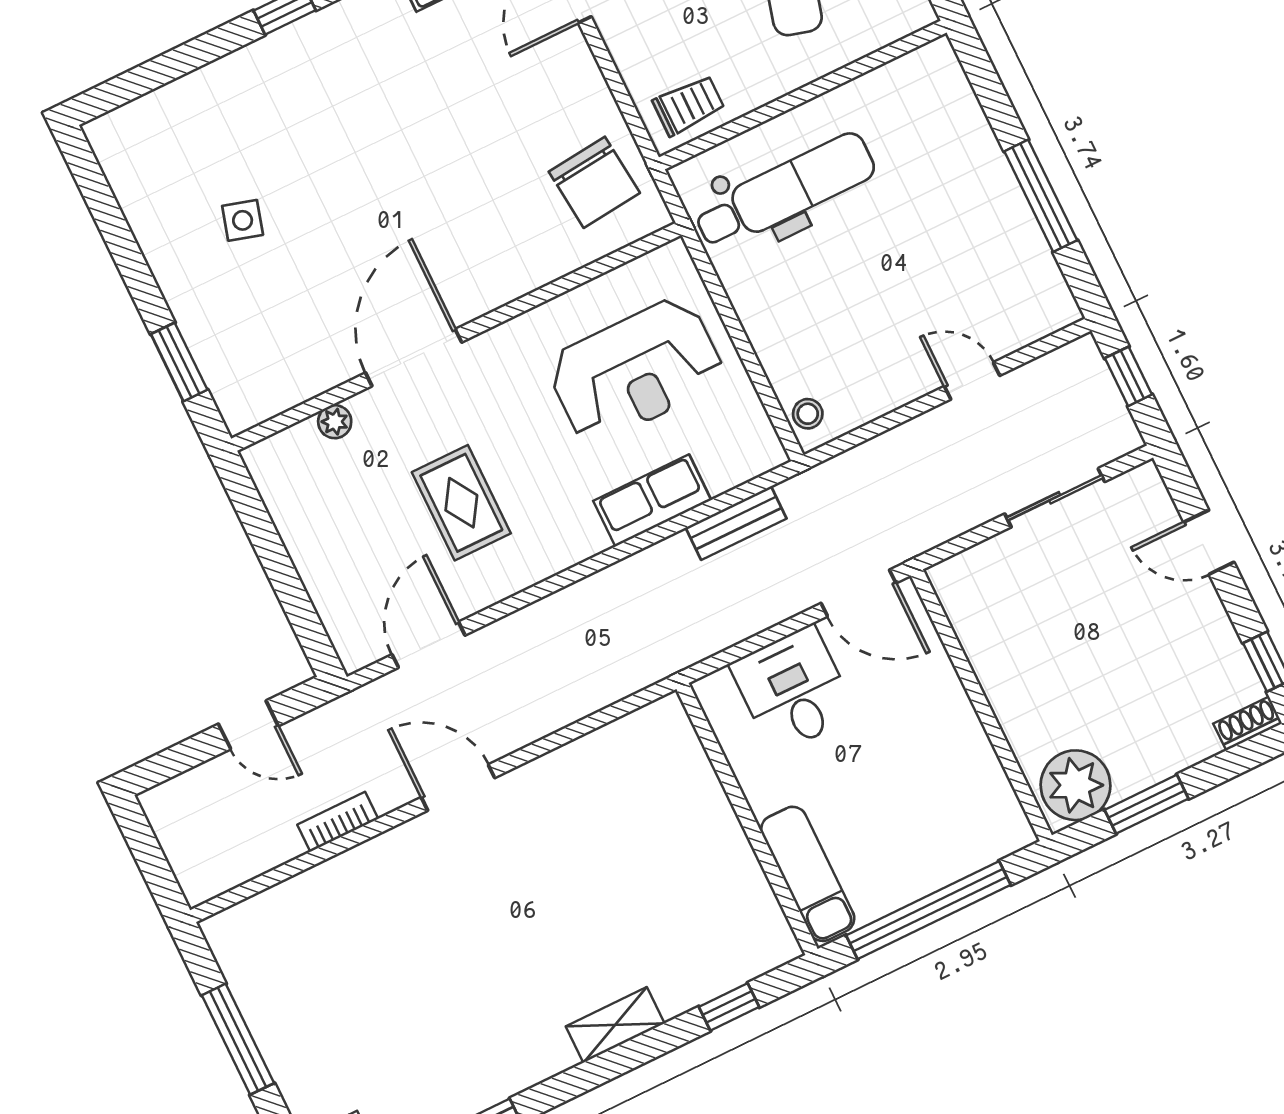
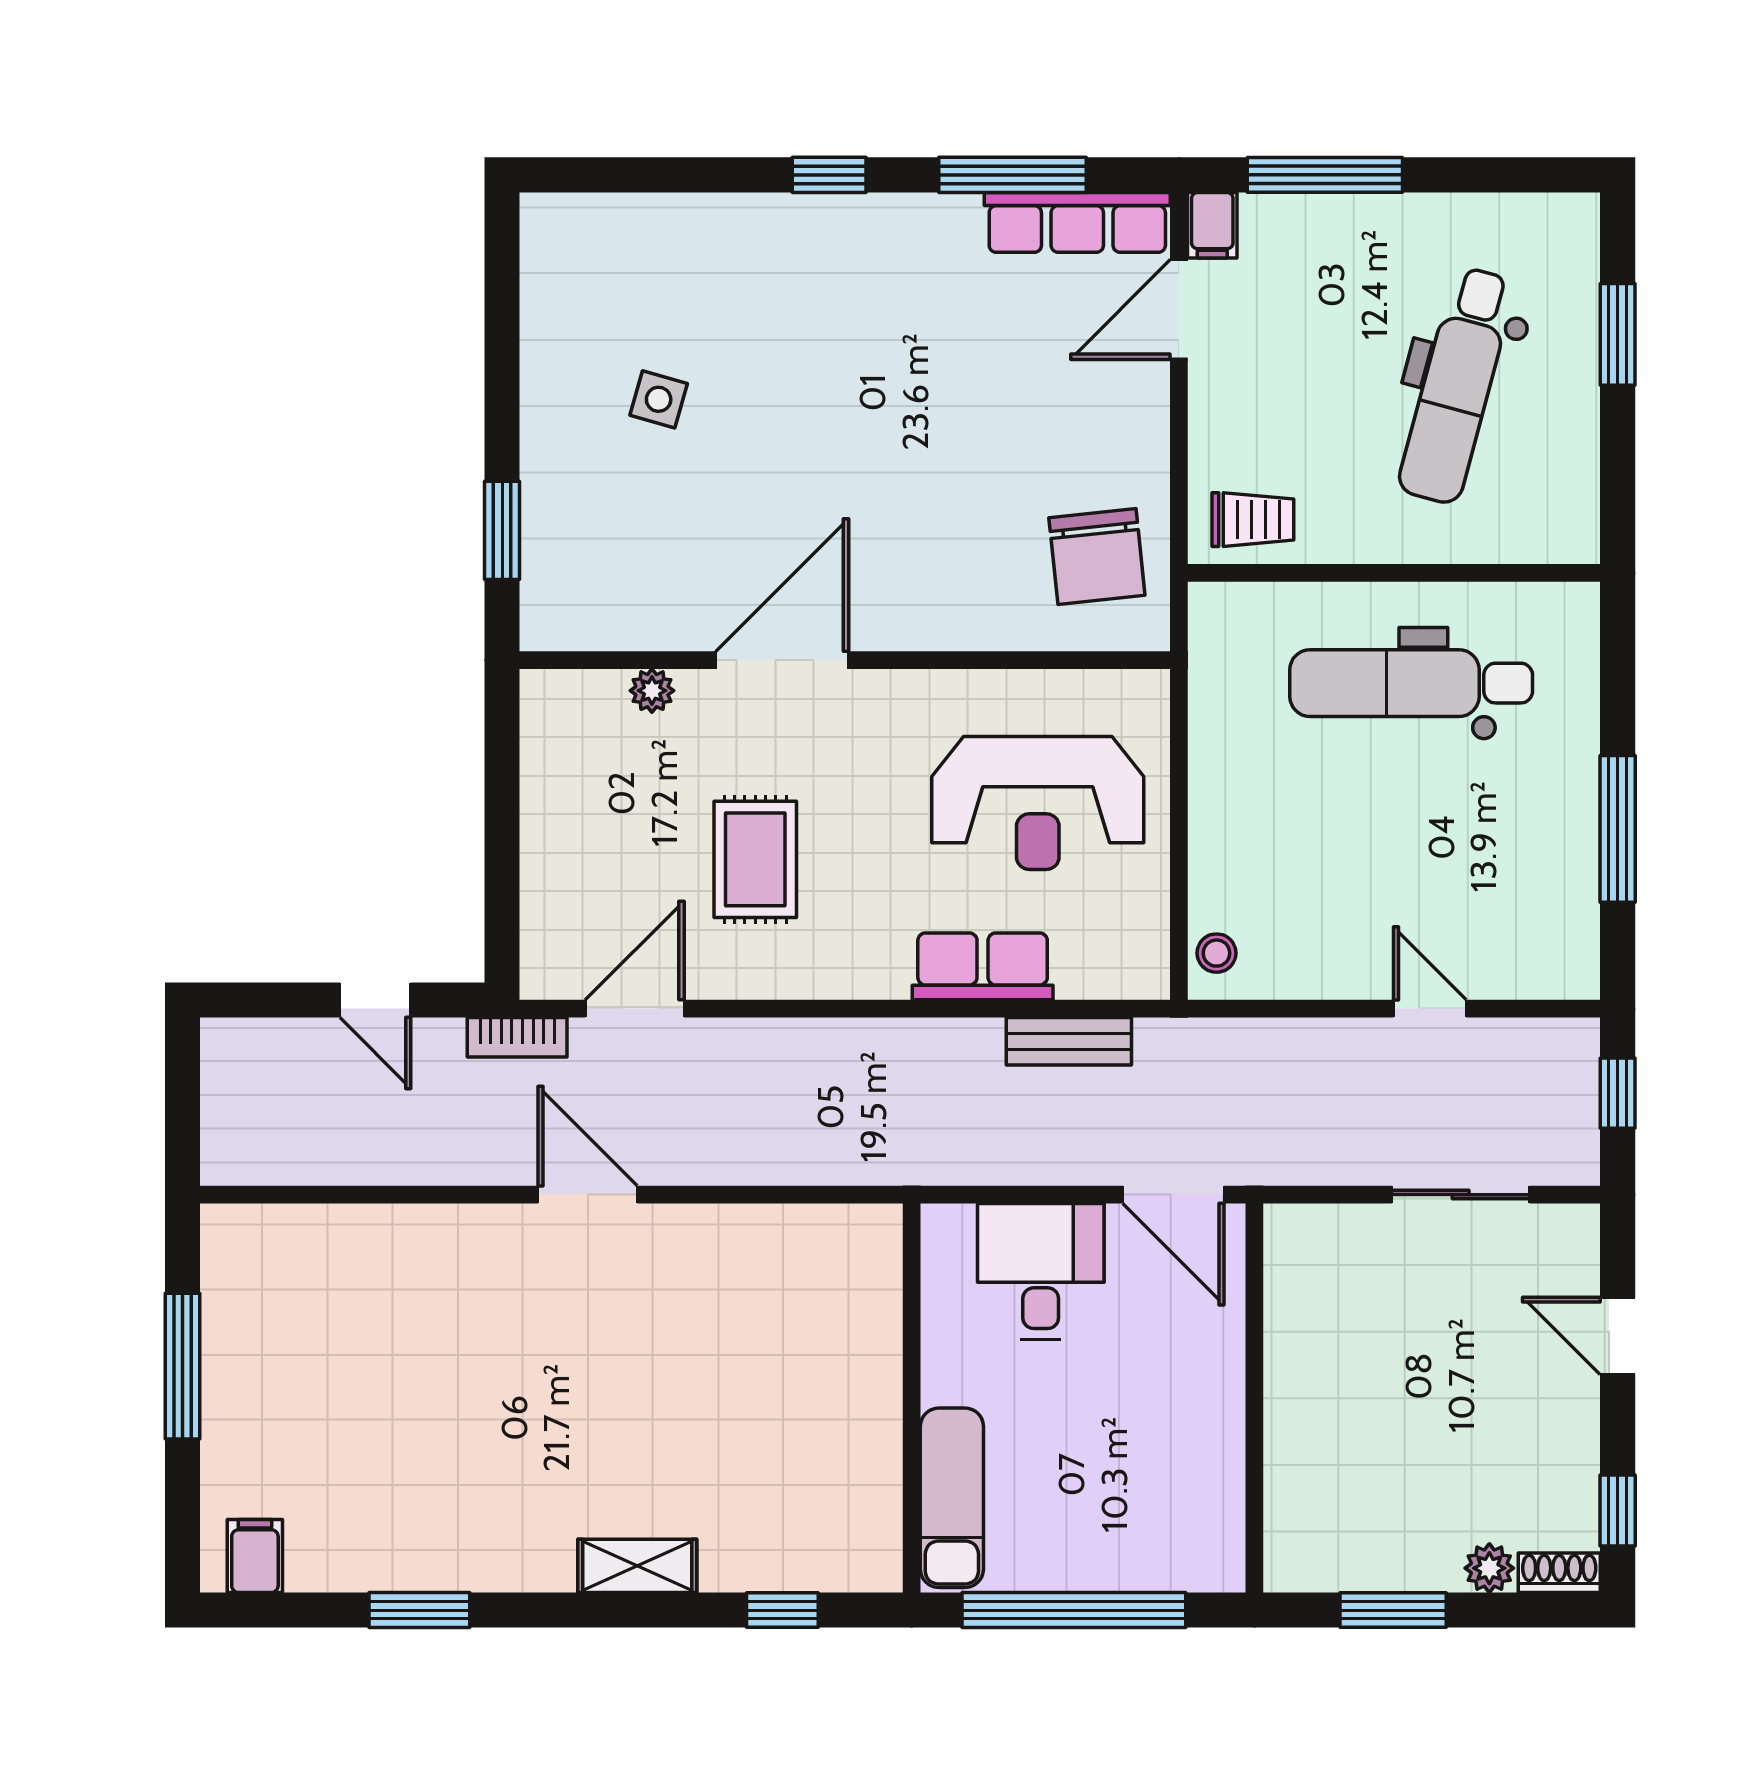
dental chair: (785, 191) -> (1411, 683), moved, turned 180
plant: (1076, 785) -> (1489, 1568), moved, width x0.53, depth x0.53
bookcase: (338, 822) -> (517, 1037), moved, turned 180

